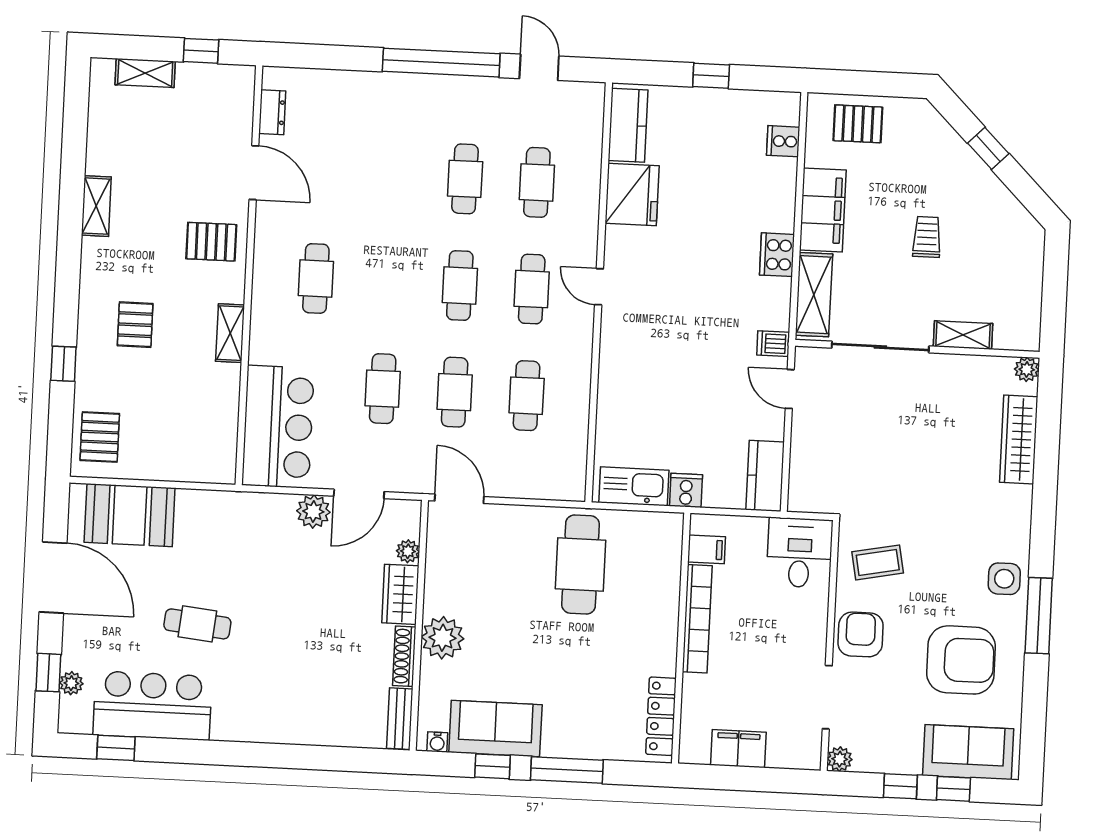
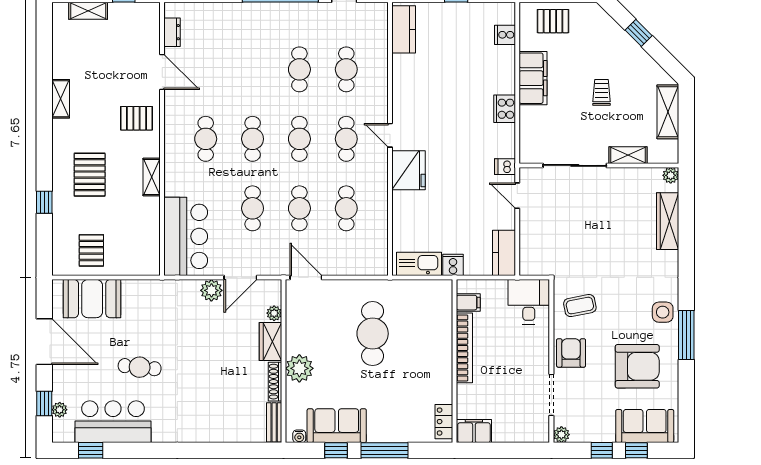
fridge: (632, 194) -> (408, 170), moved
cafe table: (388, 282) -> (253, 139), added
shelving: (814, 295) -> (668, 112), moved
pallet: (135, 325) -> (90, 175), width x1.50, depth x1.42
pallet: (100, 437) -> (91, 250), moved
cafe table: (581, 564) -> (373, 334), moved
locker: (661, 716) -> (444, 422), width x0.66
filing cabinet: (738, 749) -> (474, 431), moved

